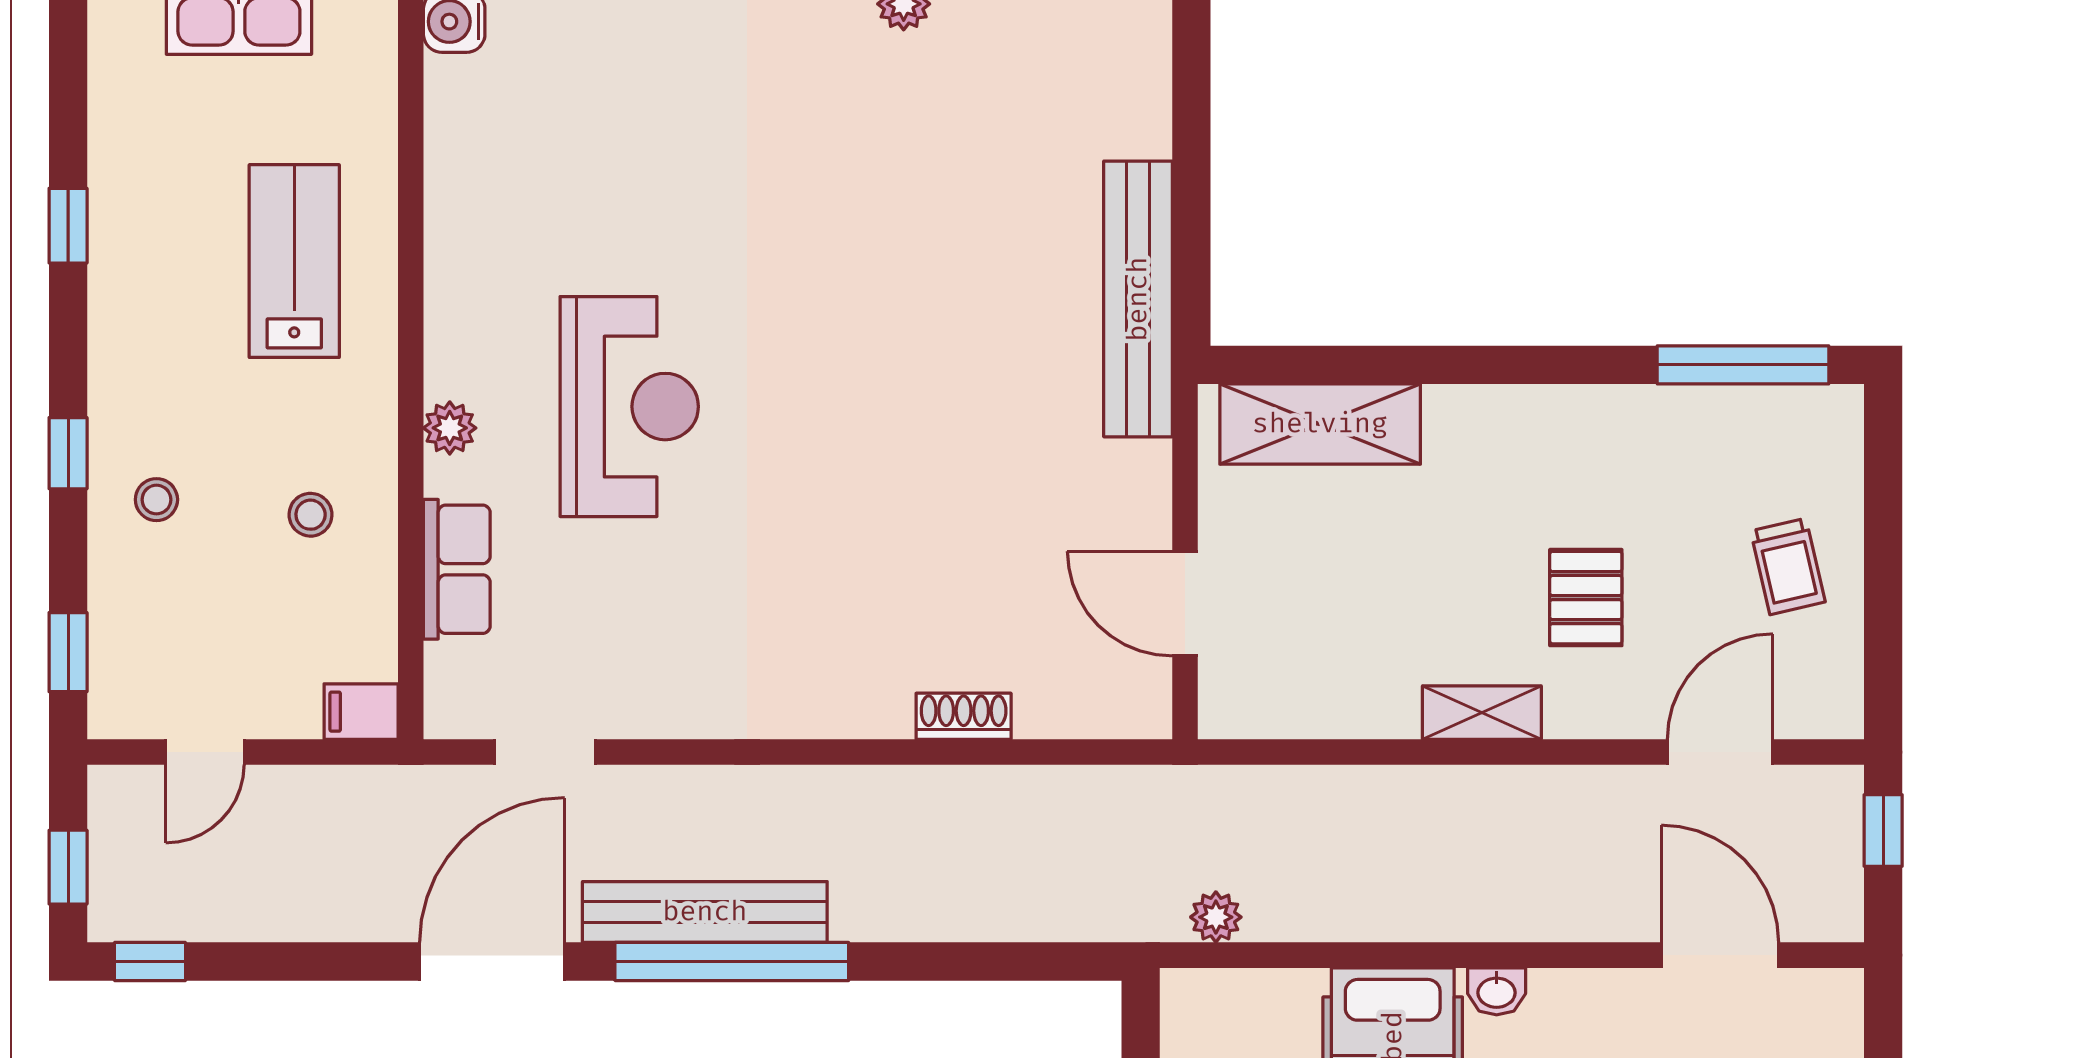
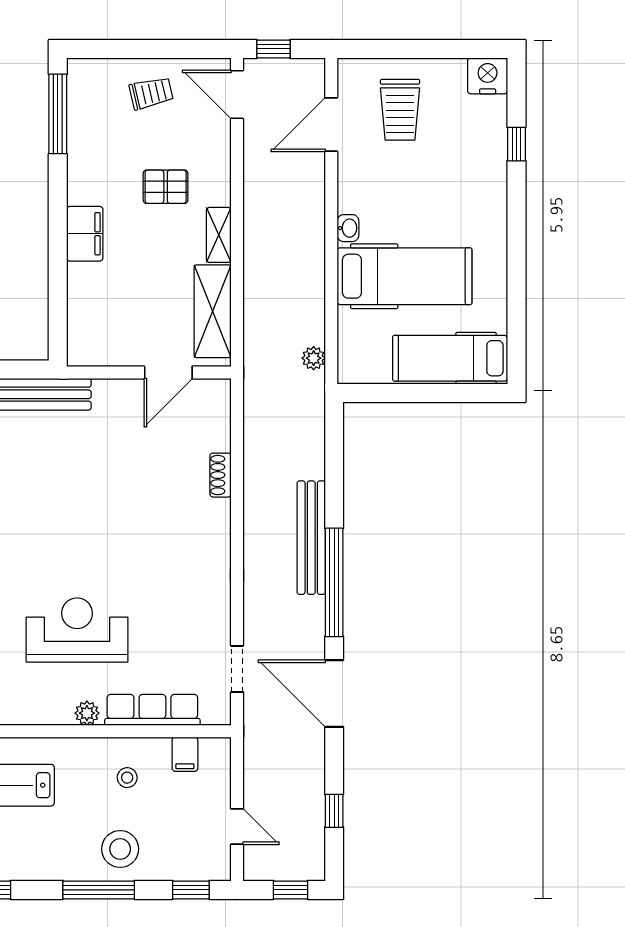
filing cabinet: (1484, 423) -> (85, 234), added
shelving: (1320, 424) -> (213, 311), moved
window: (68, 453) -> (99, 890), width x2.17
stool: (156, 500) -> (120, 849), width x1.89, depth x1.89
row of seats: (457, 569) -> (152, 710), width x1.48
filing cabinet: (361, 712) -> (185, 754), moved
door: (1720, 752) -> (237, 94), moved
bench: (705, 912) -> (311, 538), moved
window: (150, 961) -> (334, 811), moved

